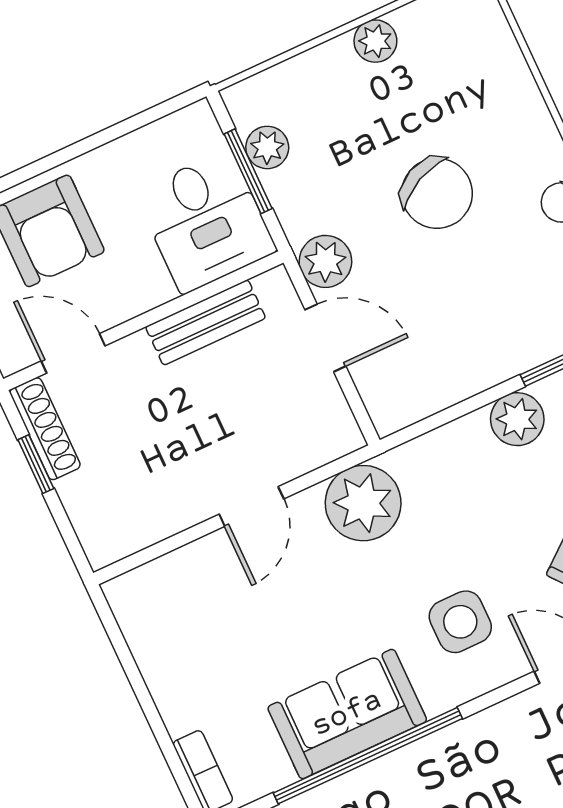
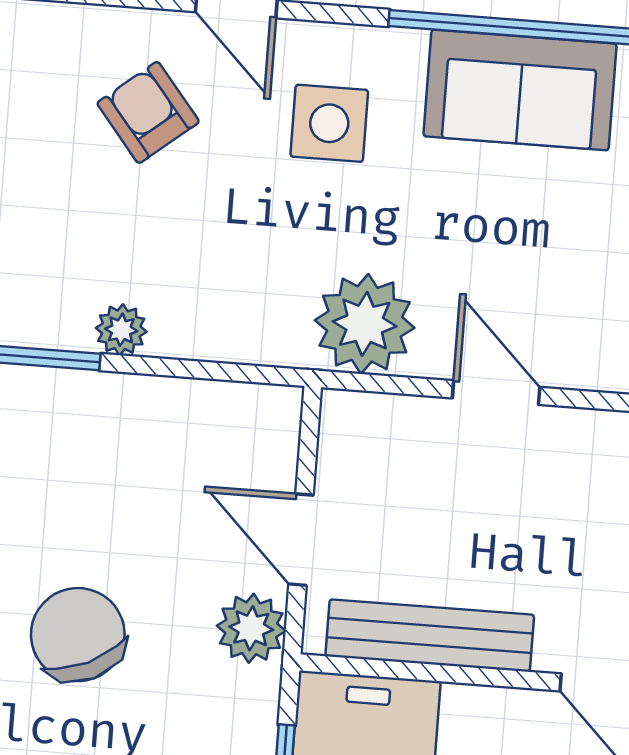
bench: (206, 322) -> (430, 635), width x1.36
plant: (517, 419) -> (121, 330), width x0.73, depth x0.73
door: (251, 506) -> (496, 393), hinge flipped

